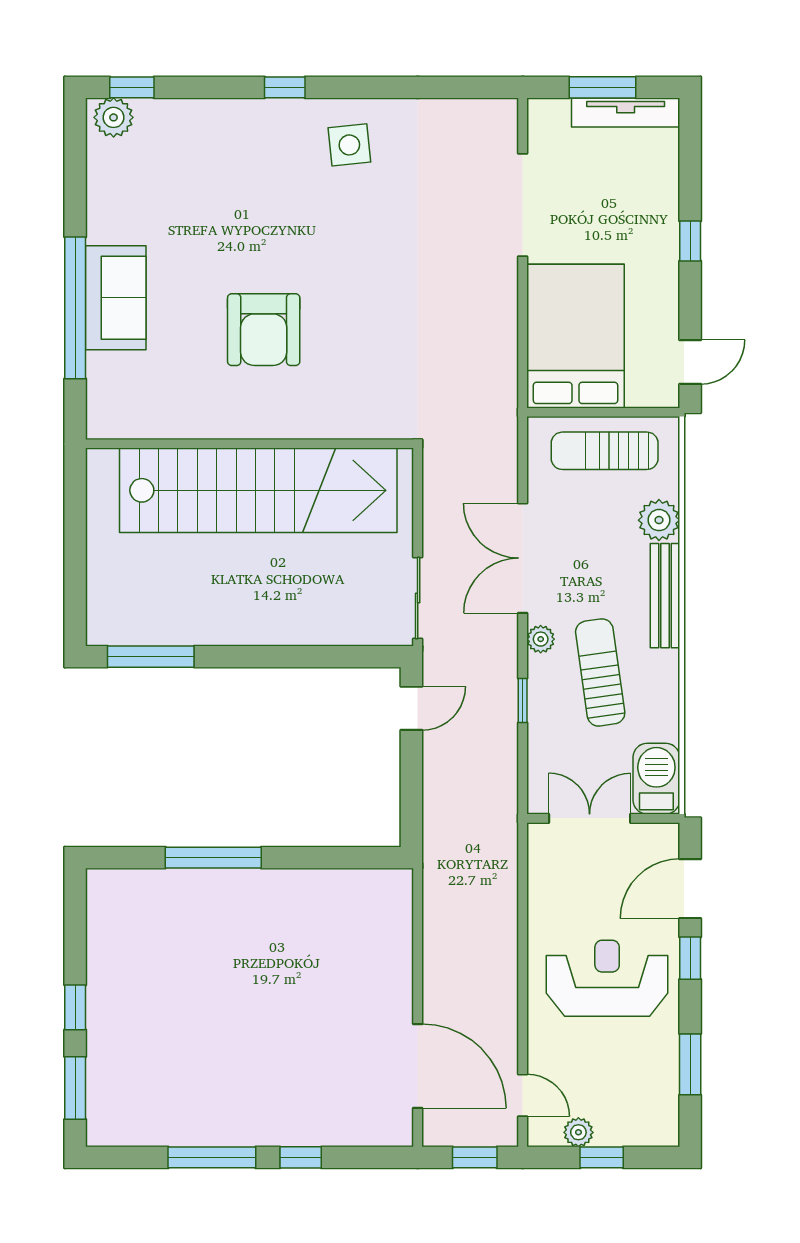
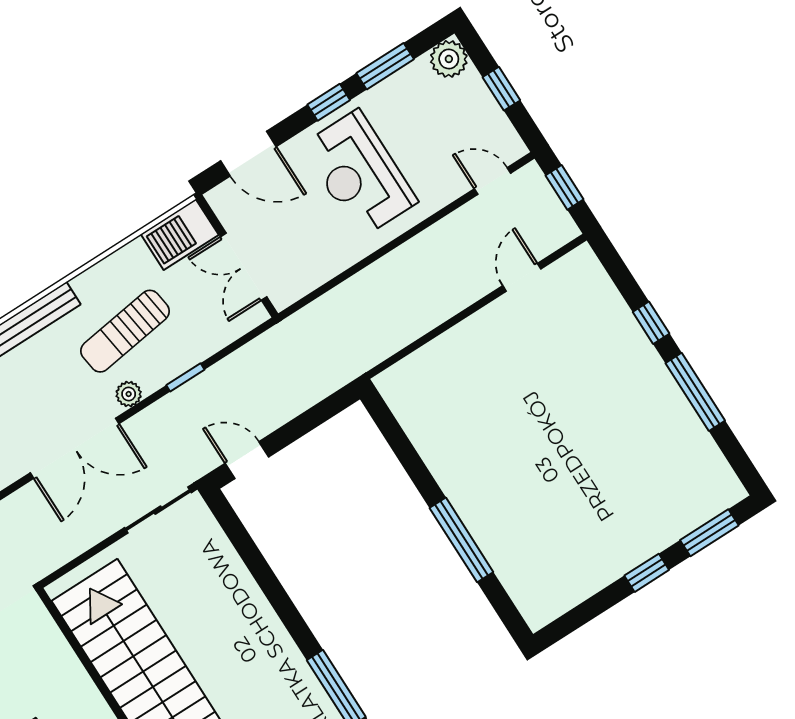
window: (690, 958) -> (329, 102), moved
door: (418, 1066) -> (522, 277), width x0.53
door: (523, 1095) -> (493, 181), hinge flipped
plant: (578, 1132) -> (449, 59), moved, width x1.38, depth x1.38

